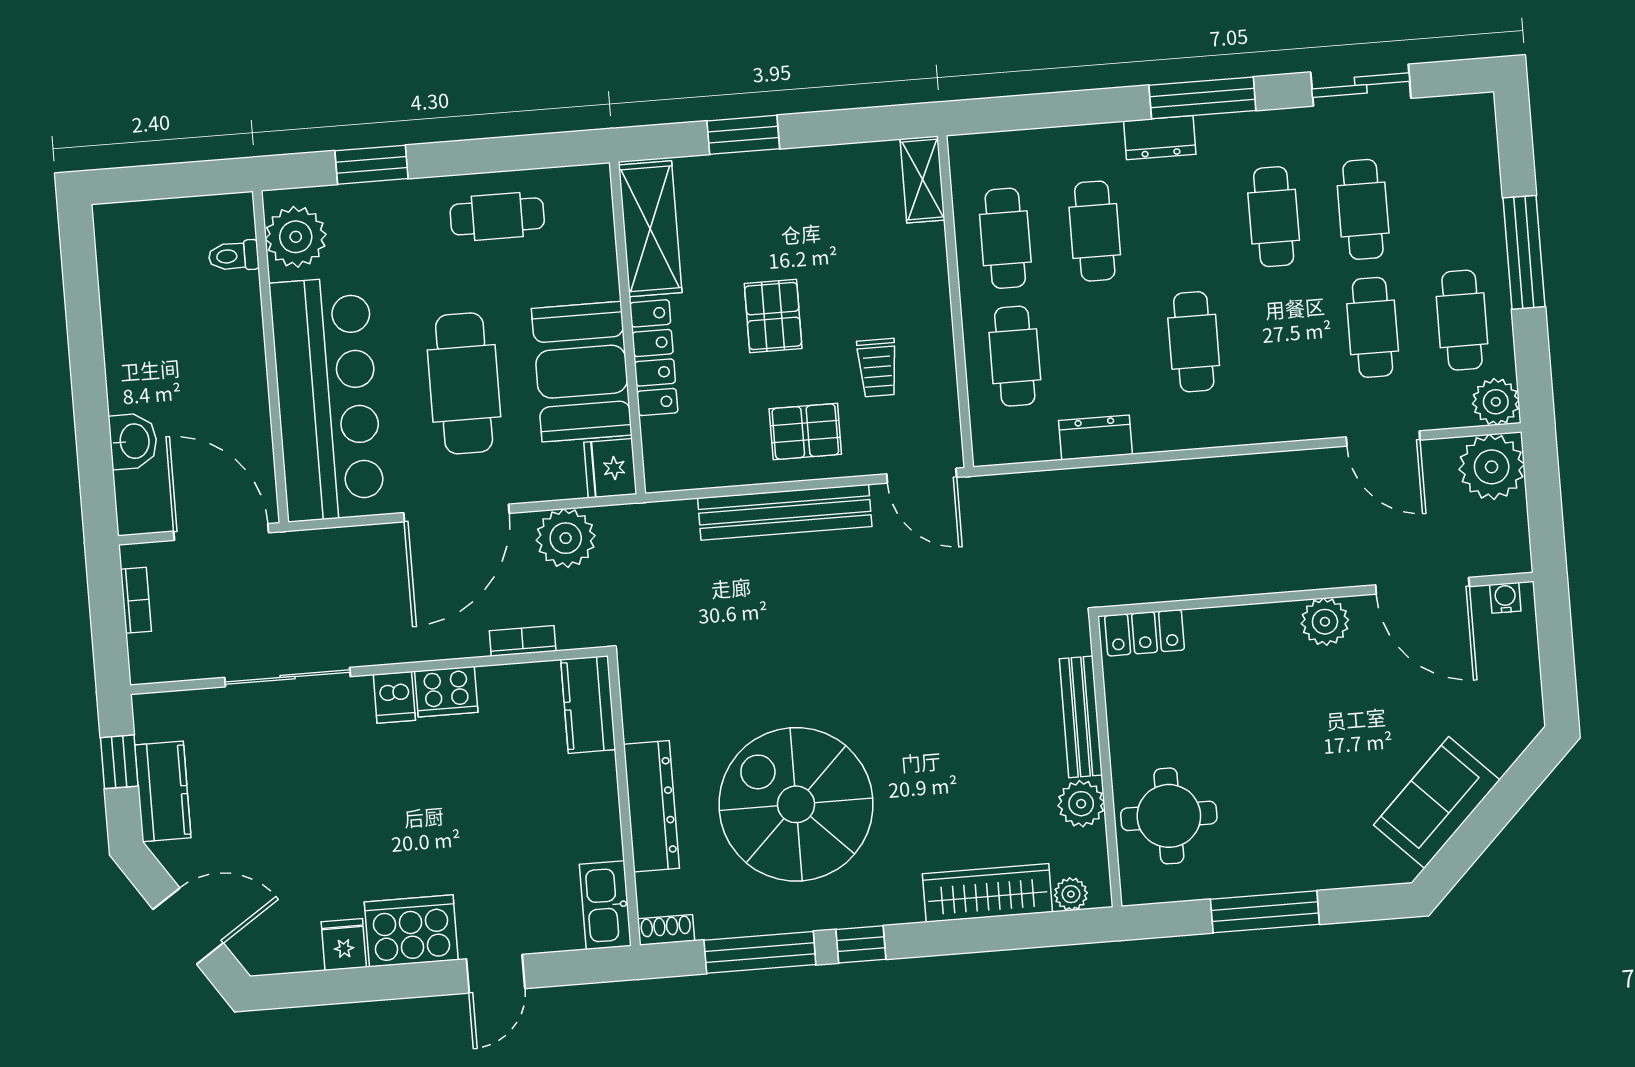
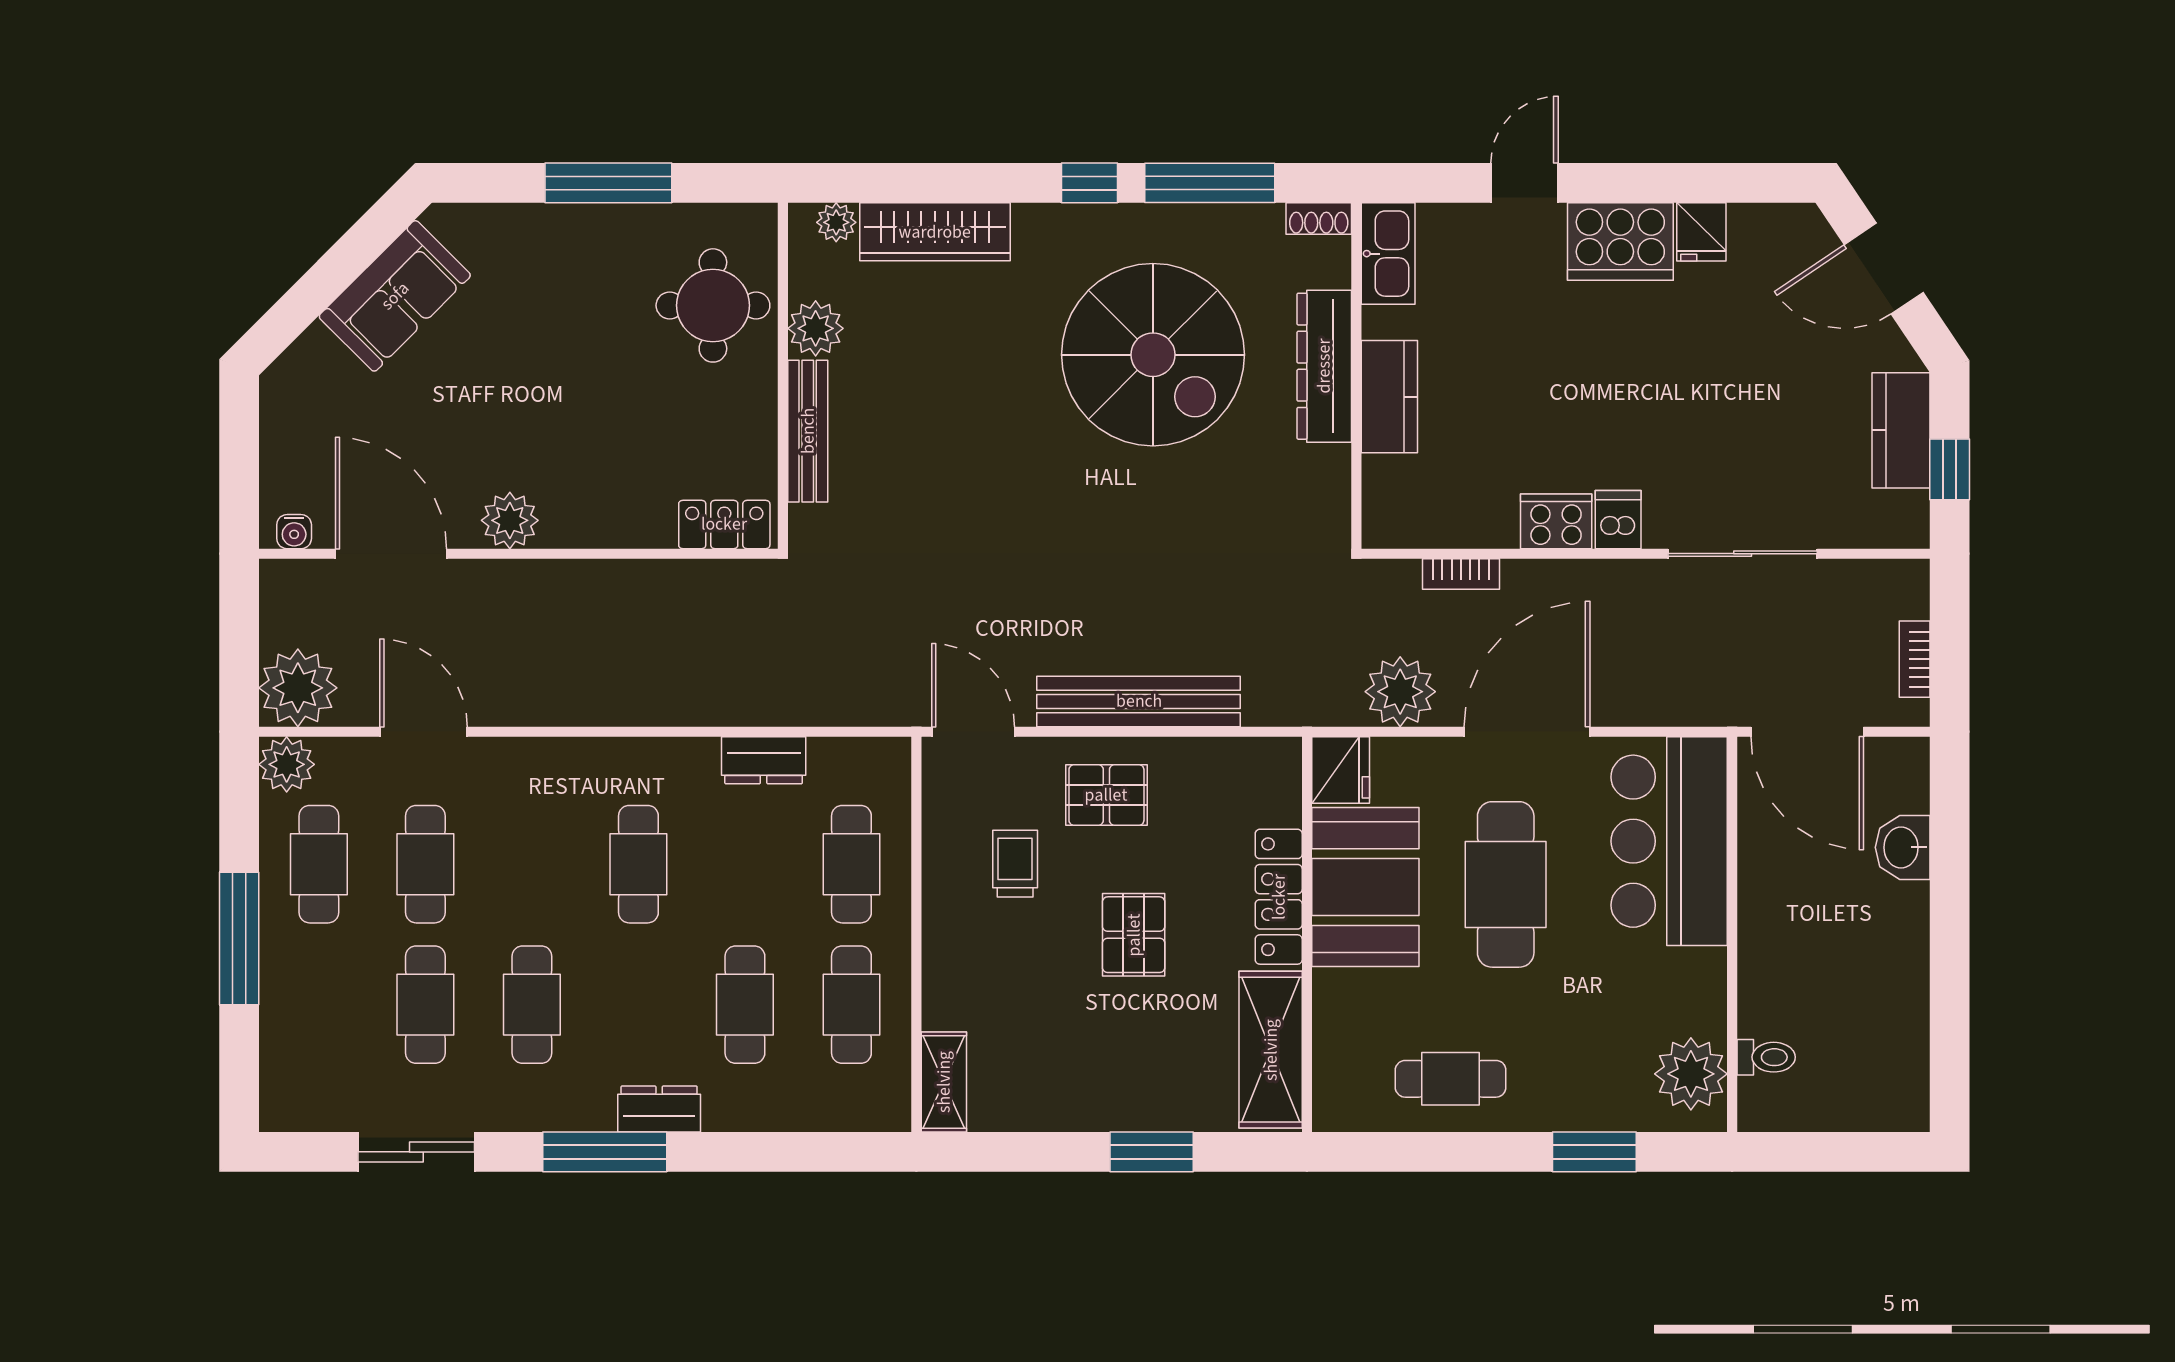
bar counter: (327, 399) -> (1669, 841), width x0.73
kitchen counter: (588, 704) -> (1389, 397), moved

